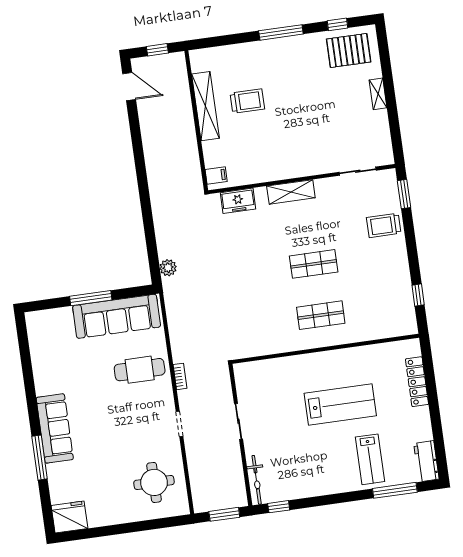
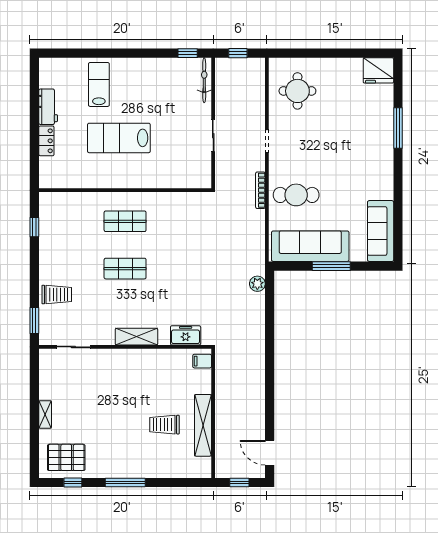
bookcase: (180, 376) -> (260, 190), width x1.56
locker: (417, 382) -> (46, 141), width x0.66
sofa: (55, 428) -> (381, 231), moved
workbench: (426, 461) -> (48, 107), moved
window: (395, 490) -> (80, 53), removed
window: (224, 514) -> (238, 53), width x0.67

